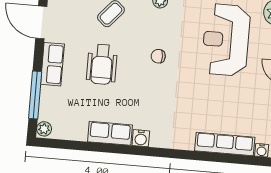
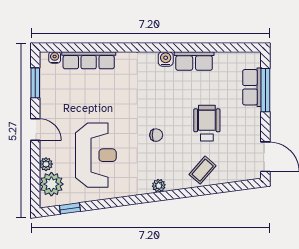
row of seats: (52, 64) -> (252, 87), moved
plant: (44, 129) -> (255, 60), removed

